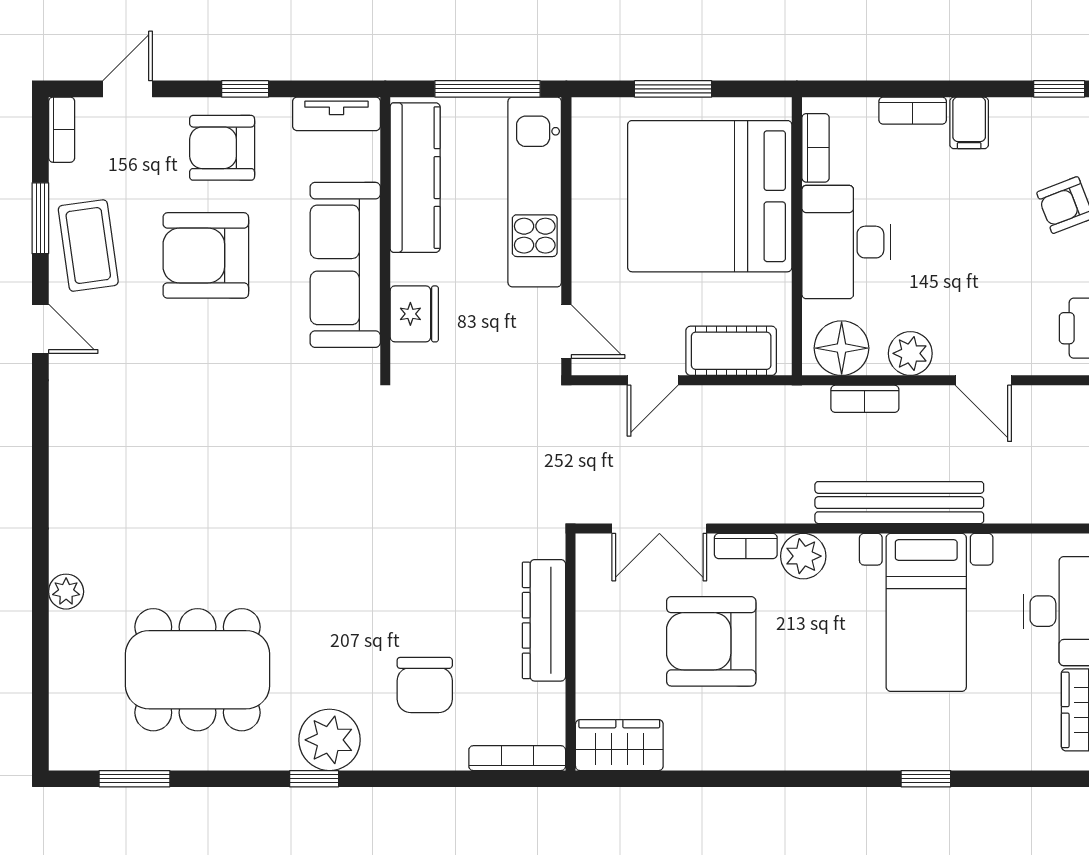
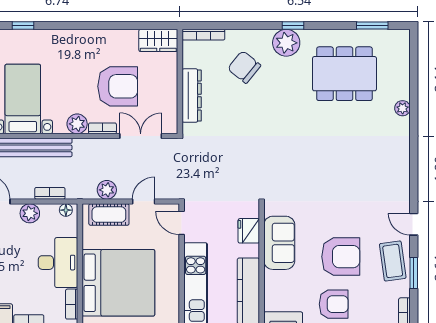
sofa: (345, 265) -> (279, 243), width x0.73
floor lamp: (842, 348) -> (66, 210), width x0.53, depth x0.53
plant: (736, 407) -> (107, 190), added
chair: (425, 685) -> (244, 67), turned -51

